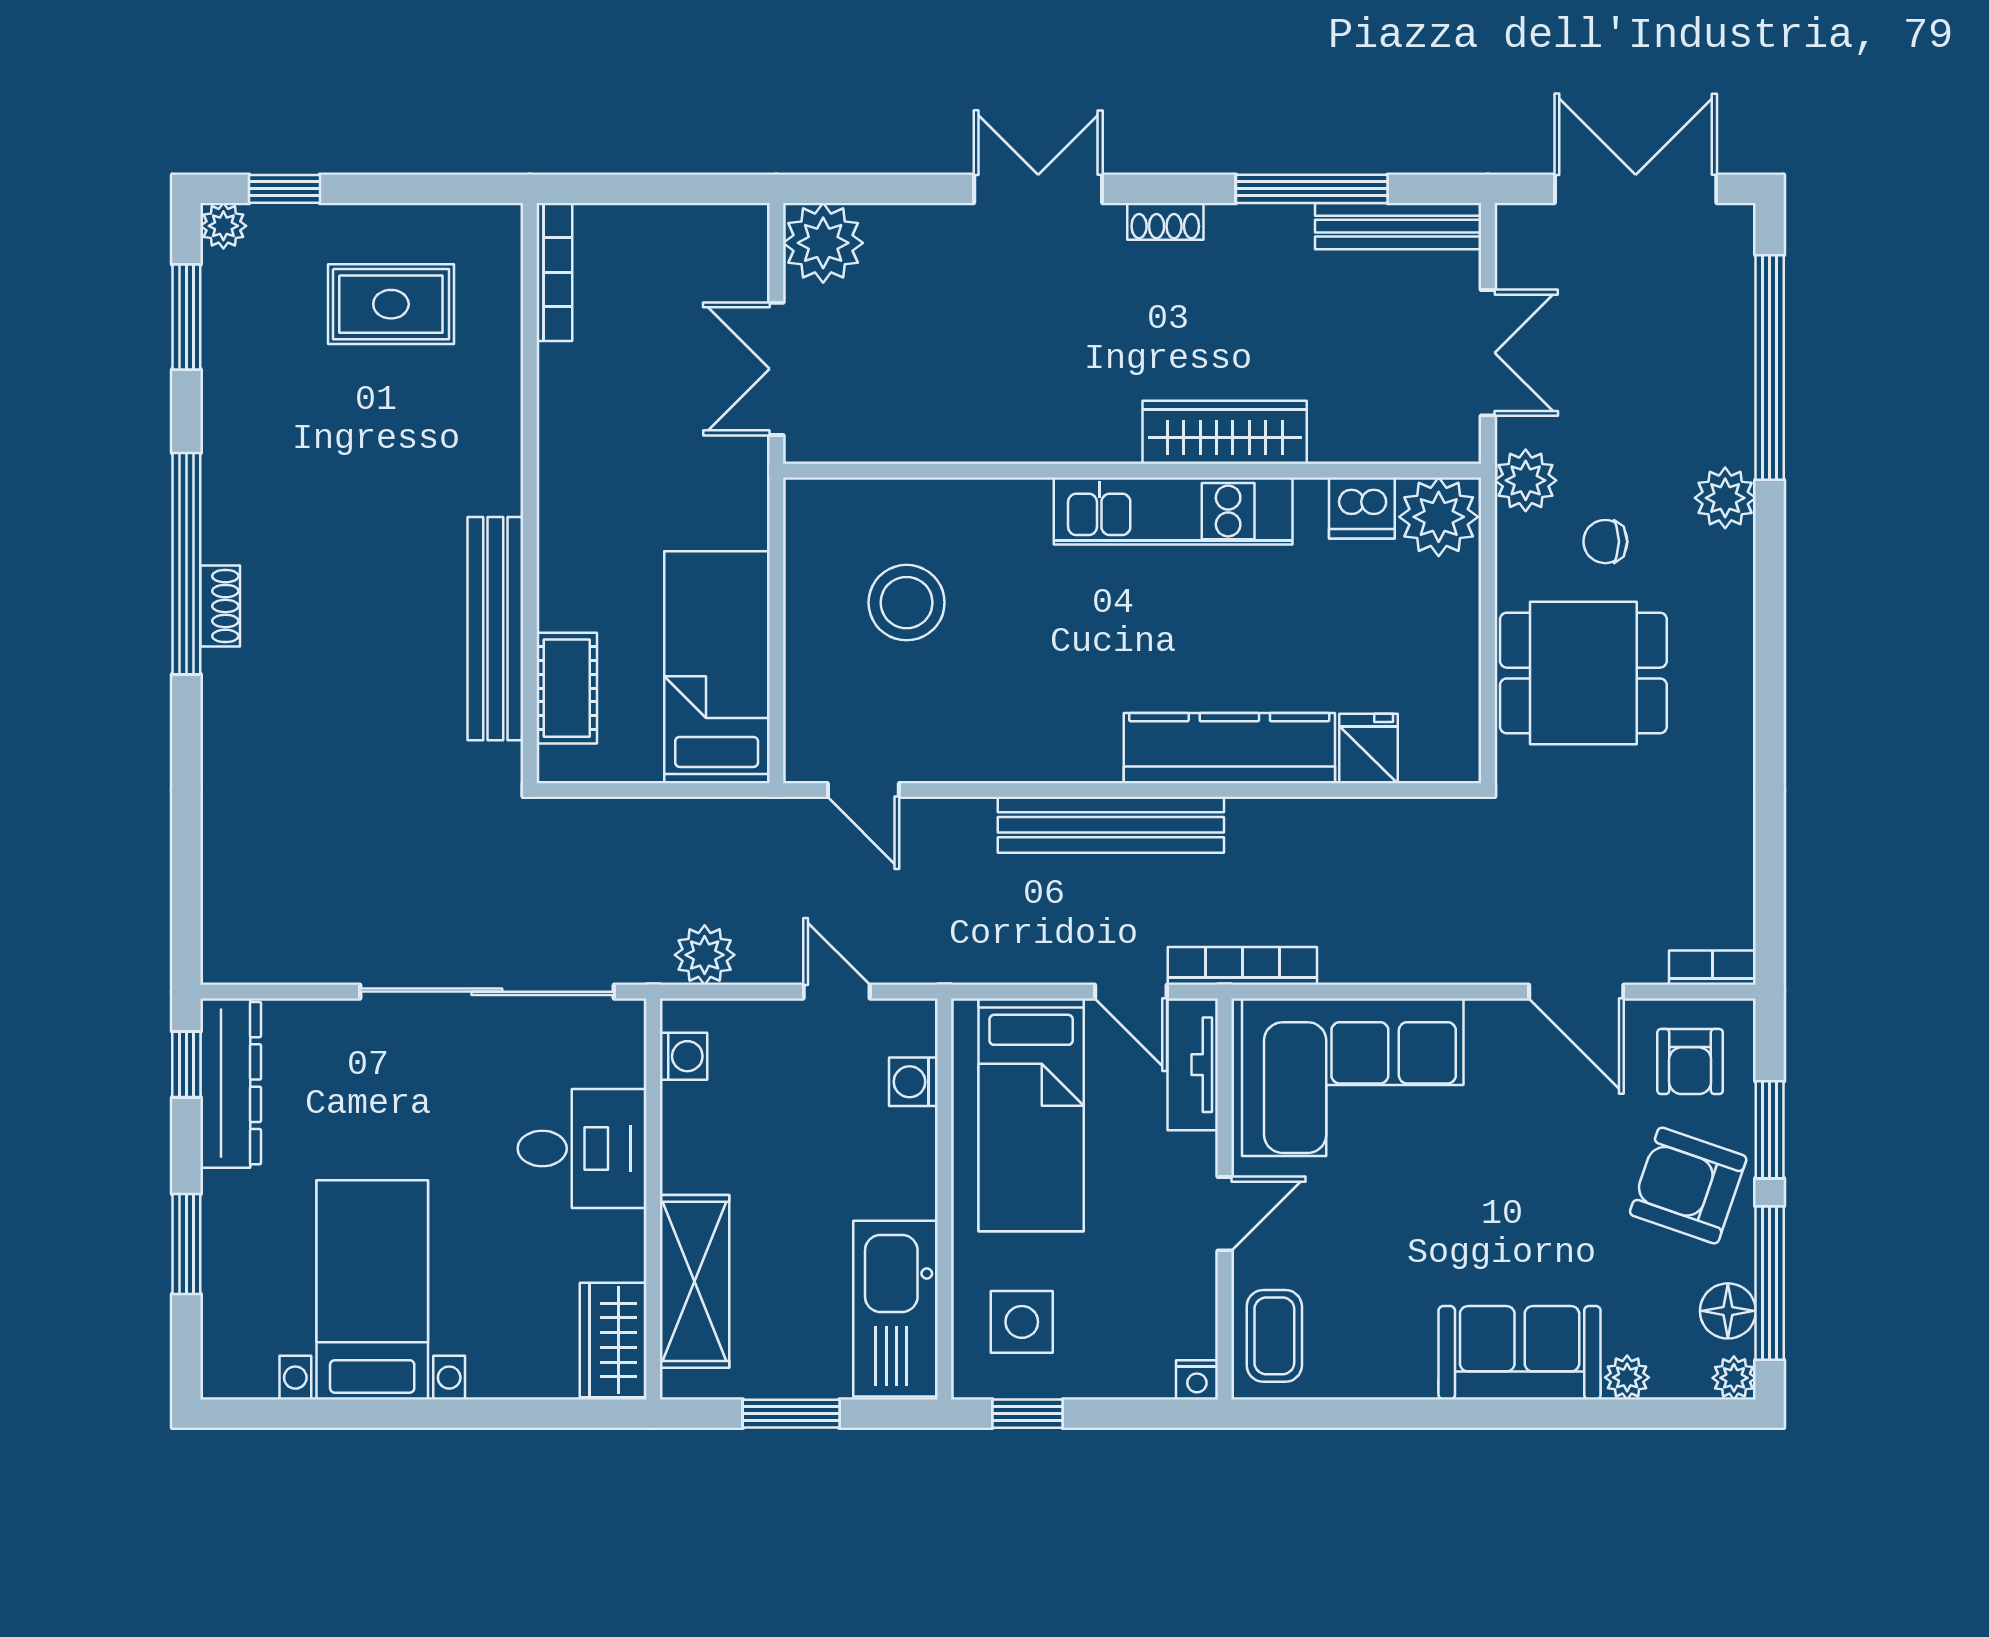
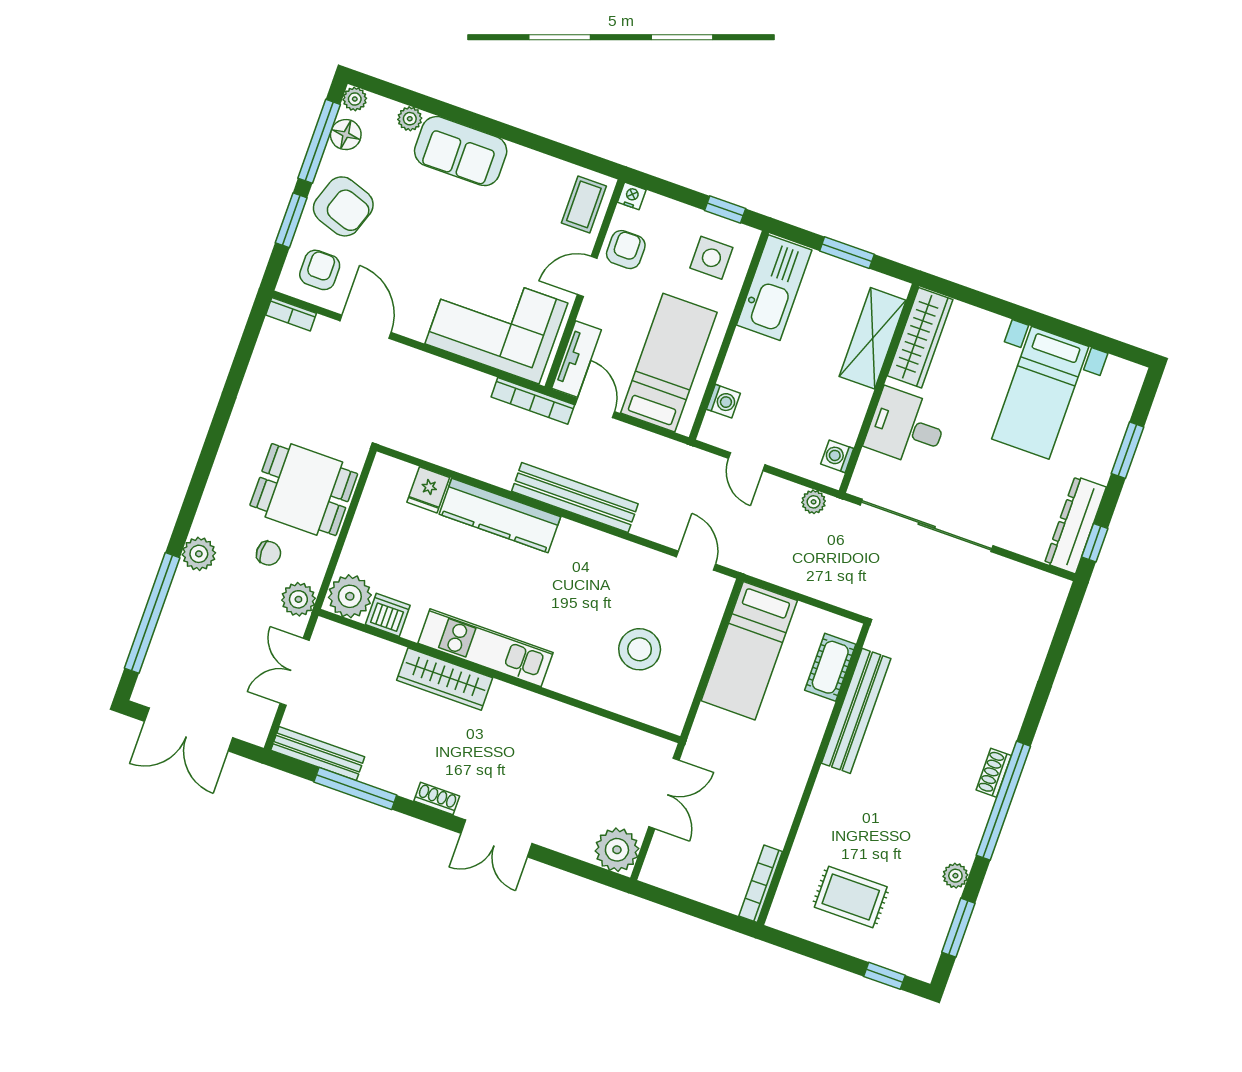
plant: (223, 226) -> (955, 876), moved
plant: (705, 955) -> (814, 502), width x0.73, depth x0.73
armchair: (1175, 1284) -> (626, 250), added
wardrobe: (613, 1340) -> (920, 338), width x1.50

